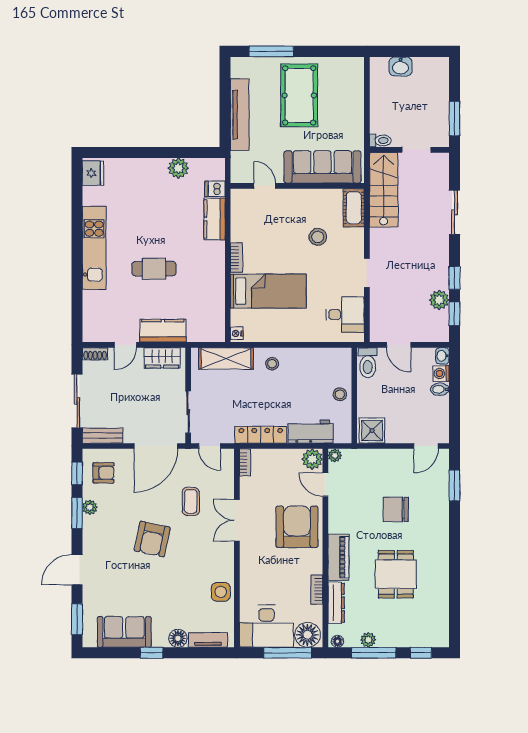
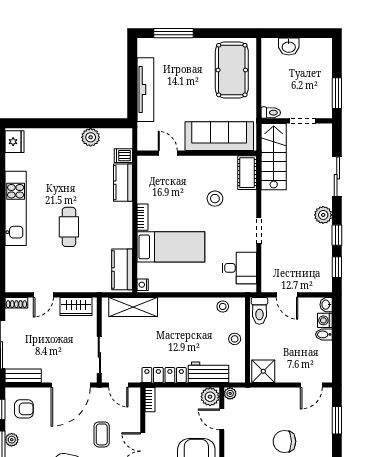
pool table: (299, 95) -> (232, 70), moved
cafe table: (154, 269) -> (69, 227), turned 90
plant: (439, 300) -> (323, 215), moved
kitchen counter: (163, 331) -> (122, 269), moved, turned -90
stool: (272, 364) -> (223, 306), moved

